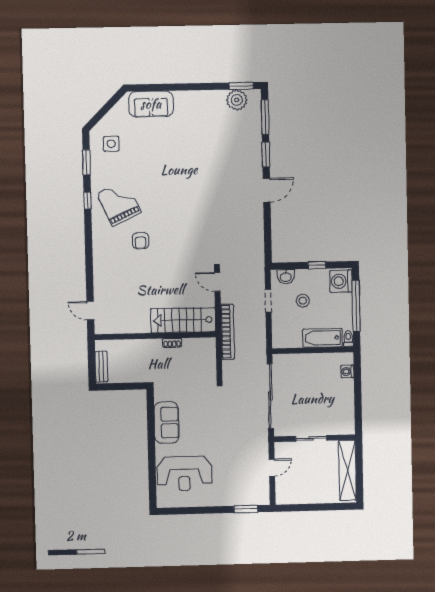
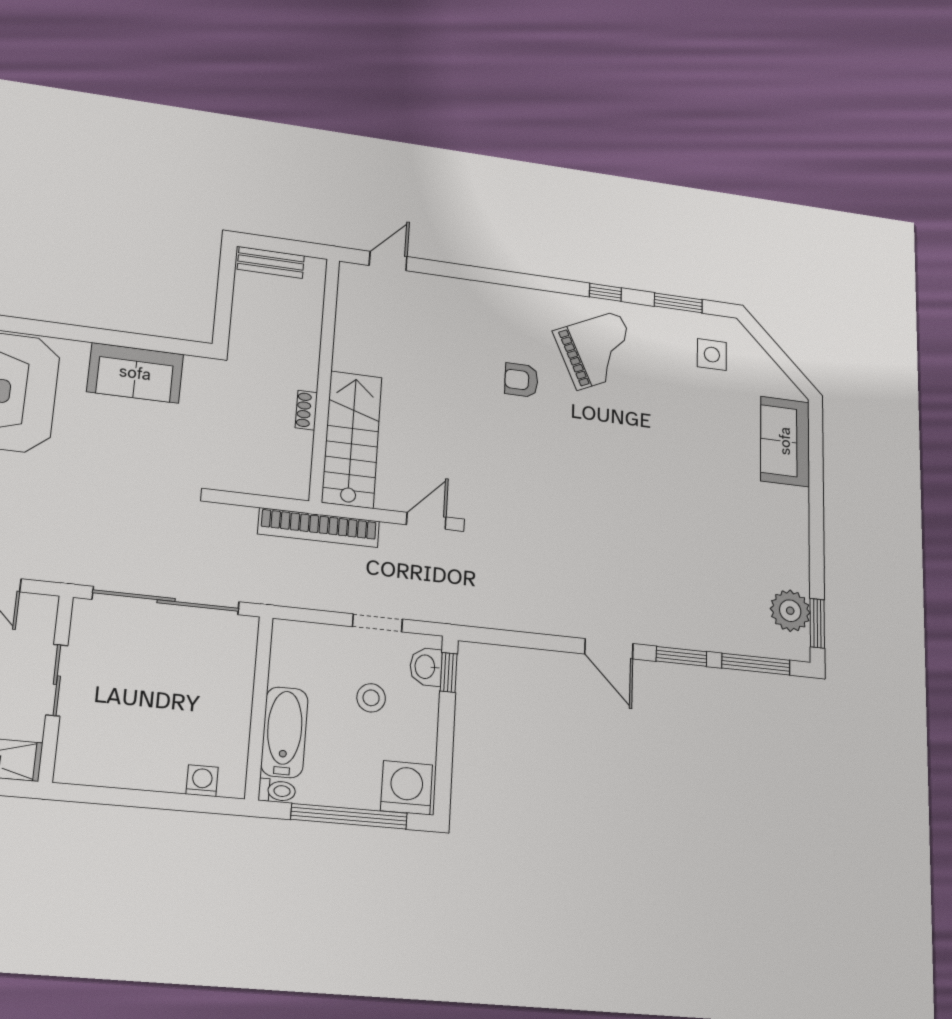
window: (317, 265) -> (449, 672), moved

